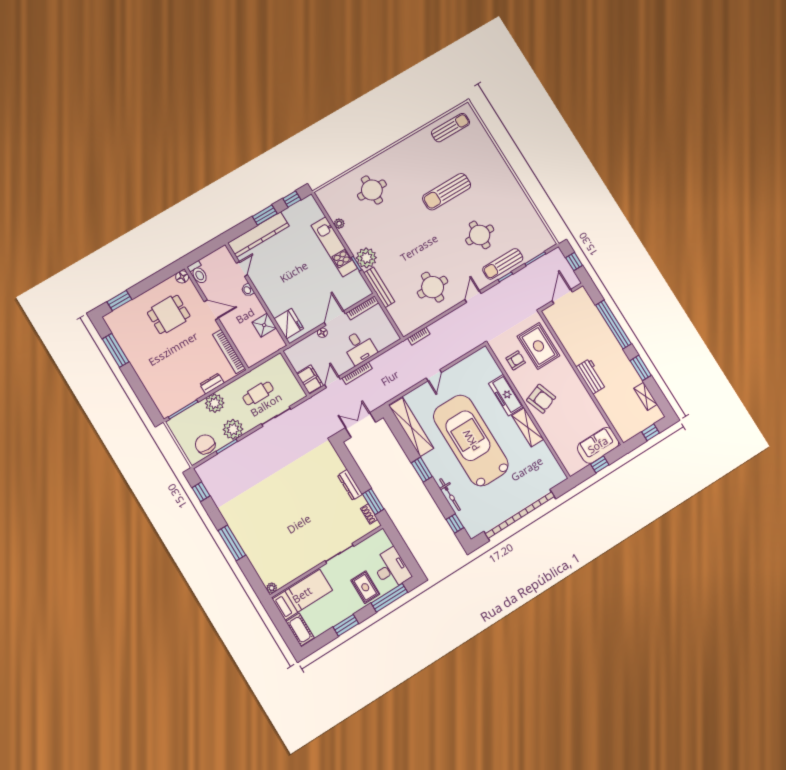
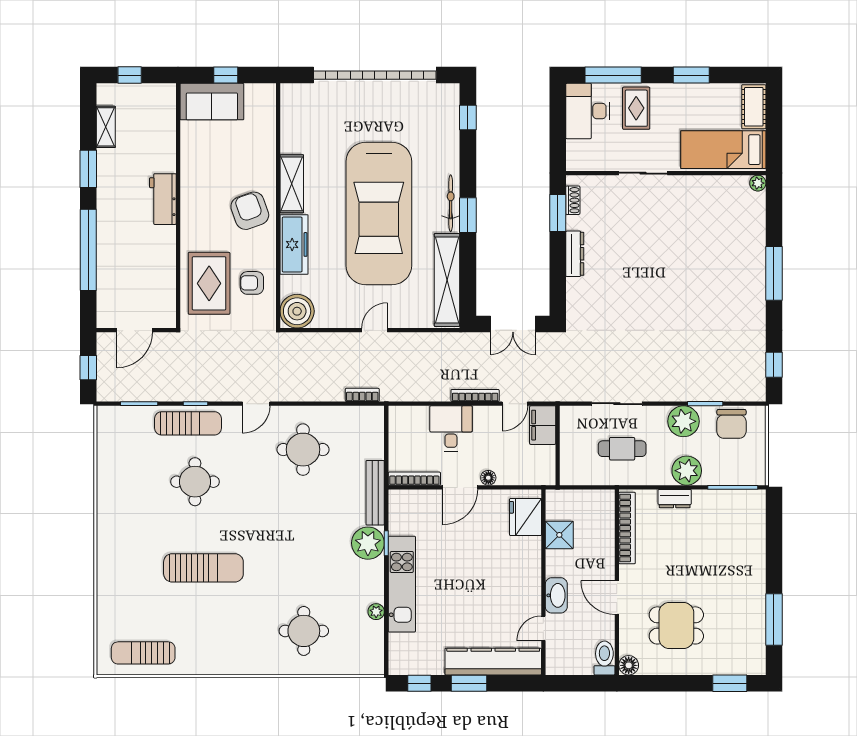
washbasin: (248, 290) -> (556, 595), width x1.91, depth x1.45
boiler: (482, 360) -> (297, 311), added
bicycle: (450, 495) -> (451, 203), moved

